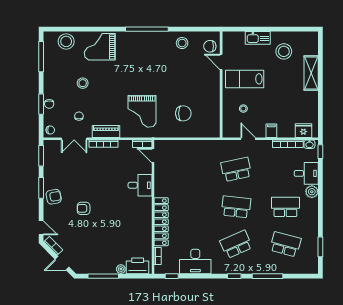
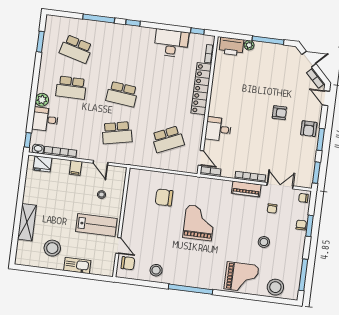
grand piano: (142, 111) -> (199, 223), moved
armchair: (54, 197) -> (309, 129), turned -79
school desk: (236, 244) -> (168, 139), moved

